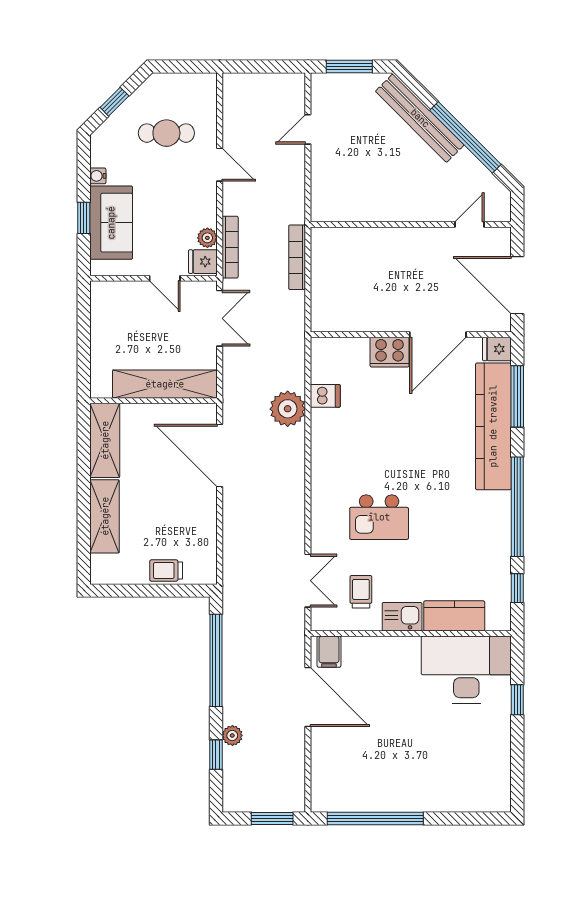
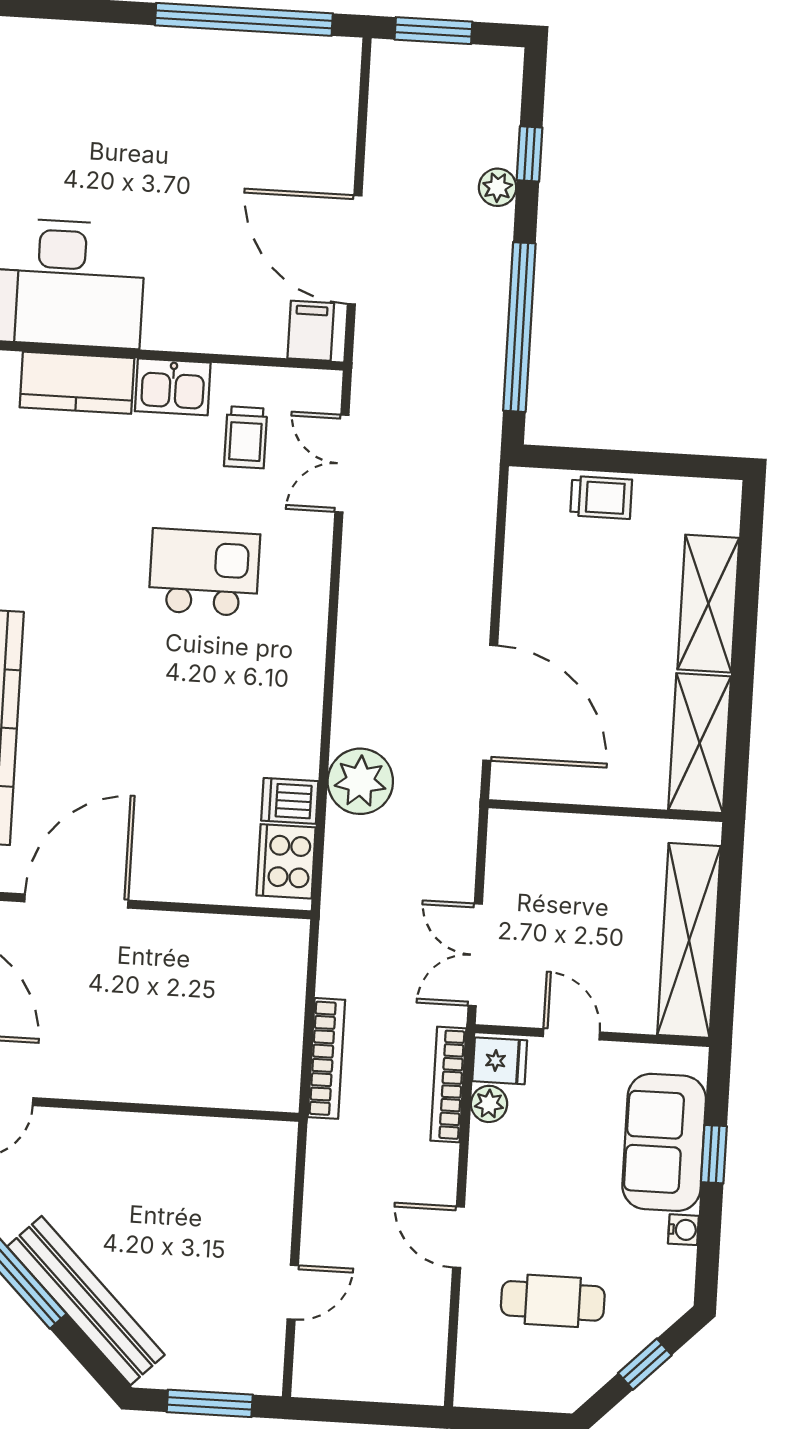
cooker: (390, 352) -> (286, 861), moved, turned -90
shelving: (165, 384) -> (689, 940), moved, turned 90

